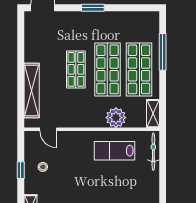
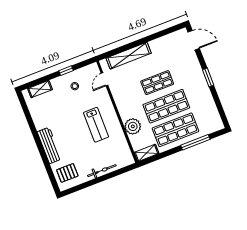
lab bench: (115, 151) -> (96, 125), moved, turned 180
bicycle: (153, 152) -> (102, 171), moved

